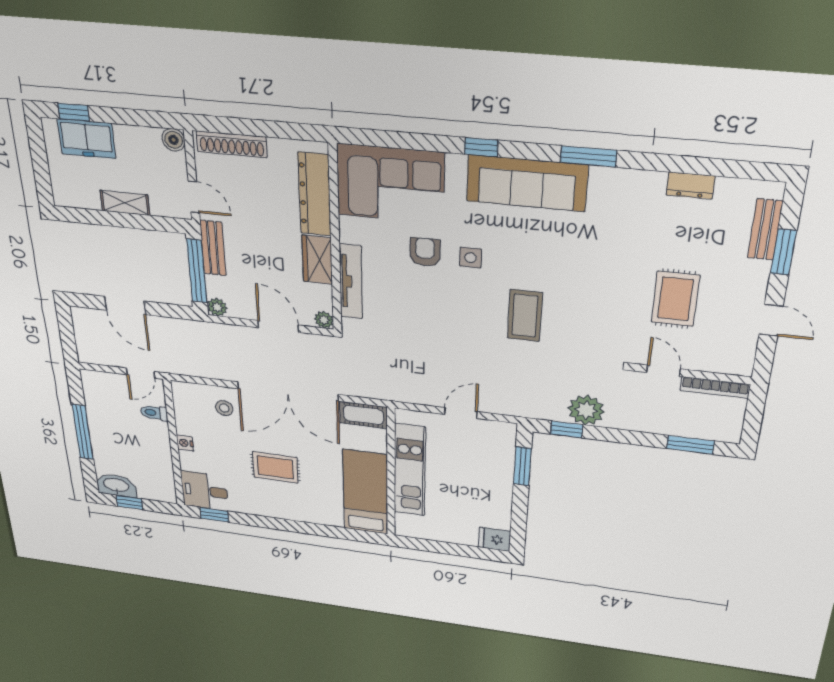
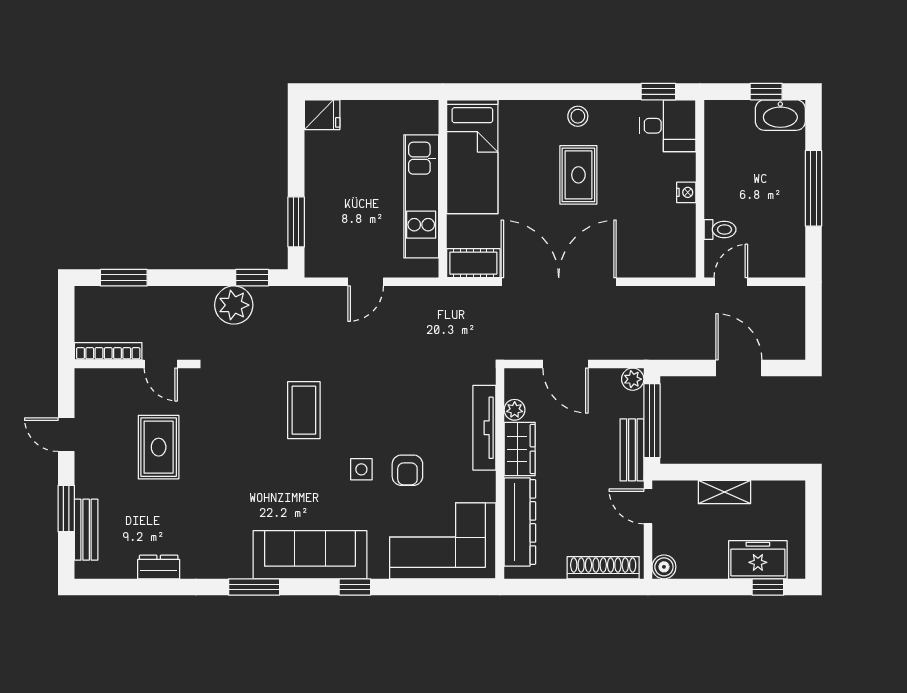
plant: (324, 320) -> (515, 410), moved
stool: (224, 408) -> (578, 116), moved
rug: (275, 467) -> (578, 175), turned 90

